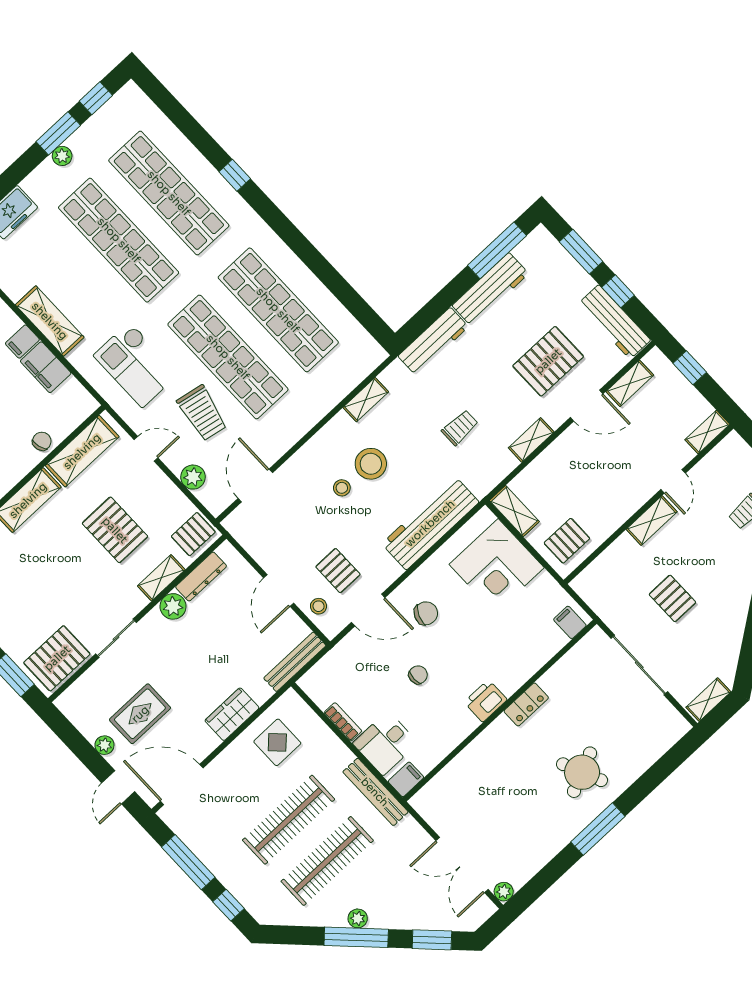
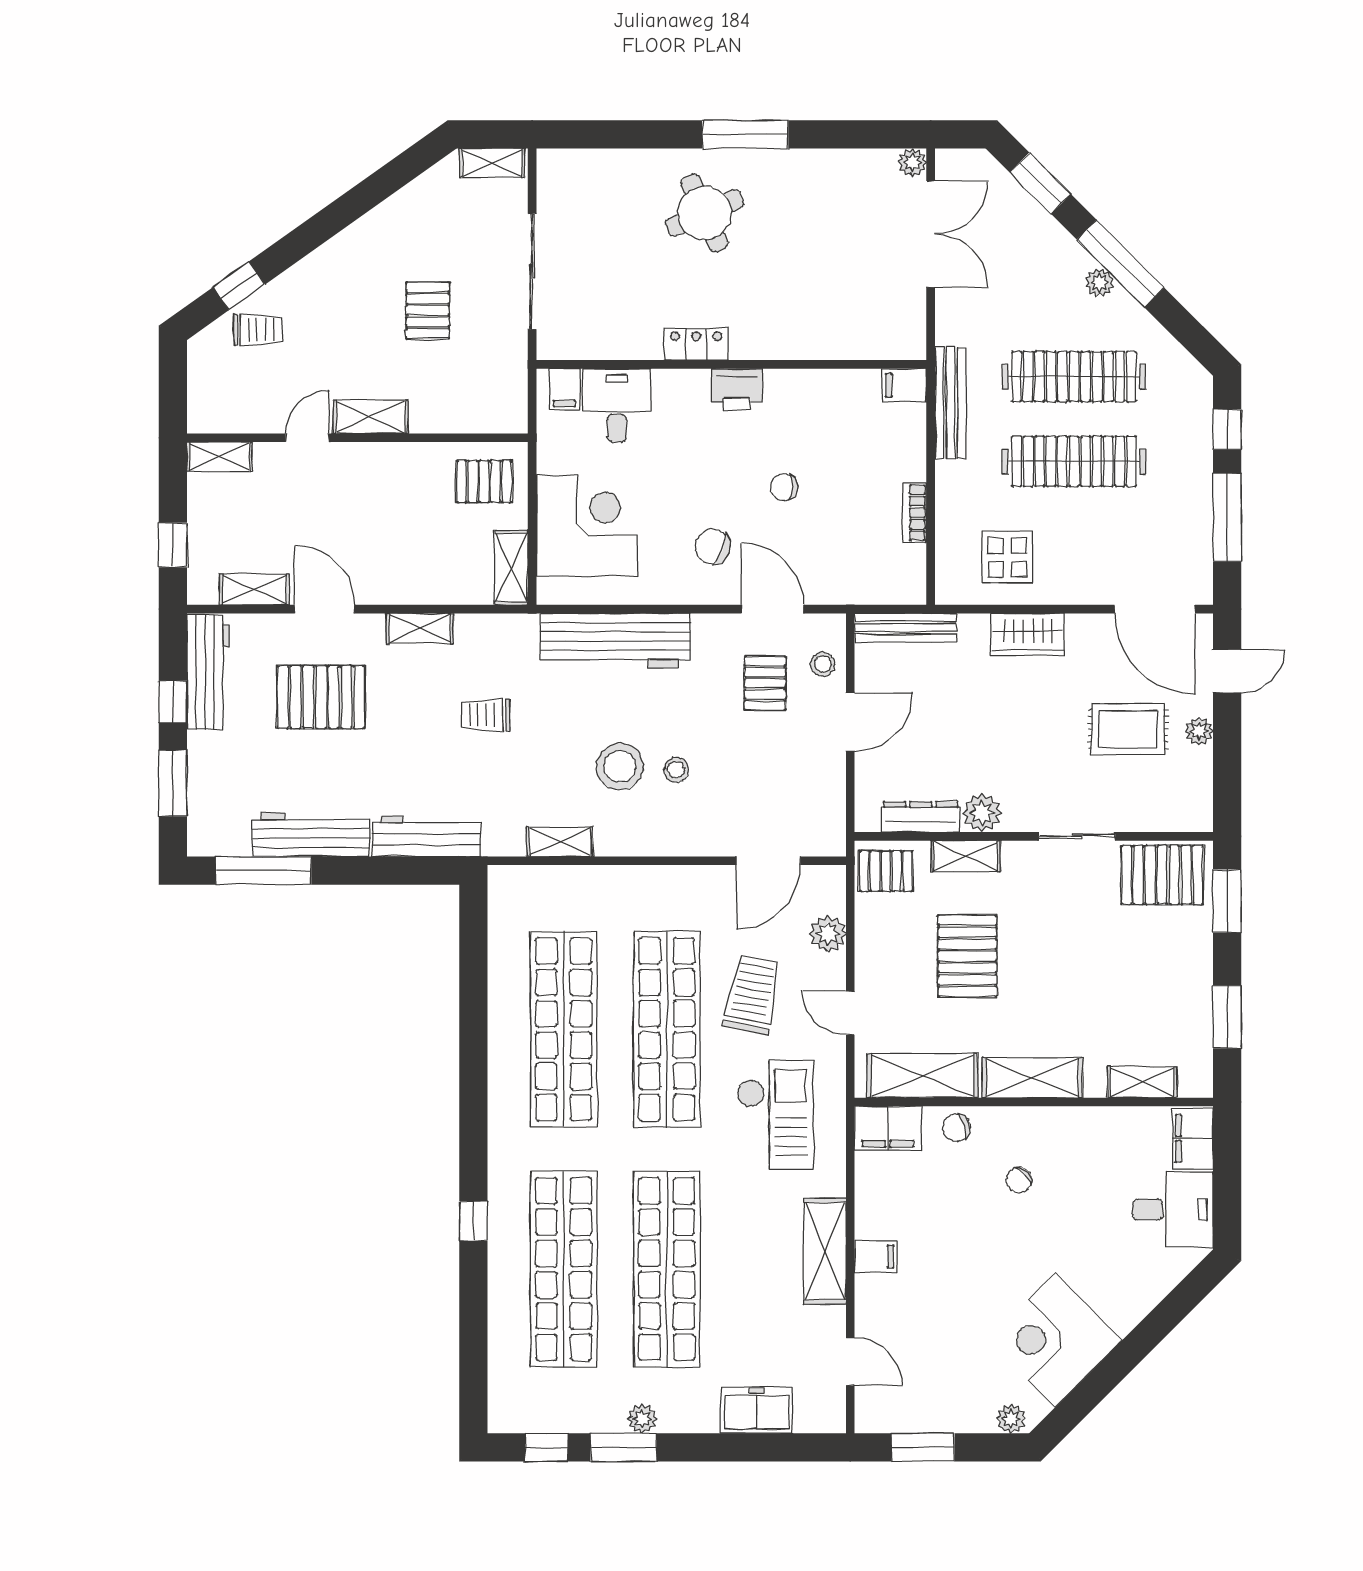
filing cabinet: (46, 367) -> (888, 1128), moved, turned 90
desk: (385, 743) -> (617, 405), moved, turned -90

